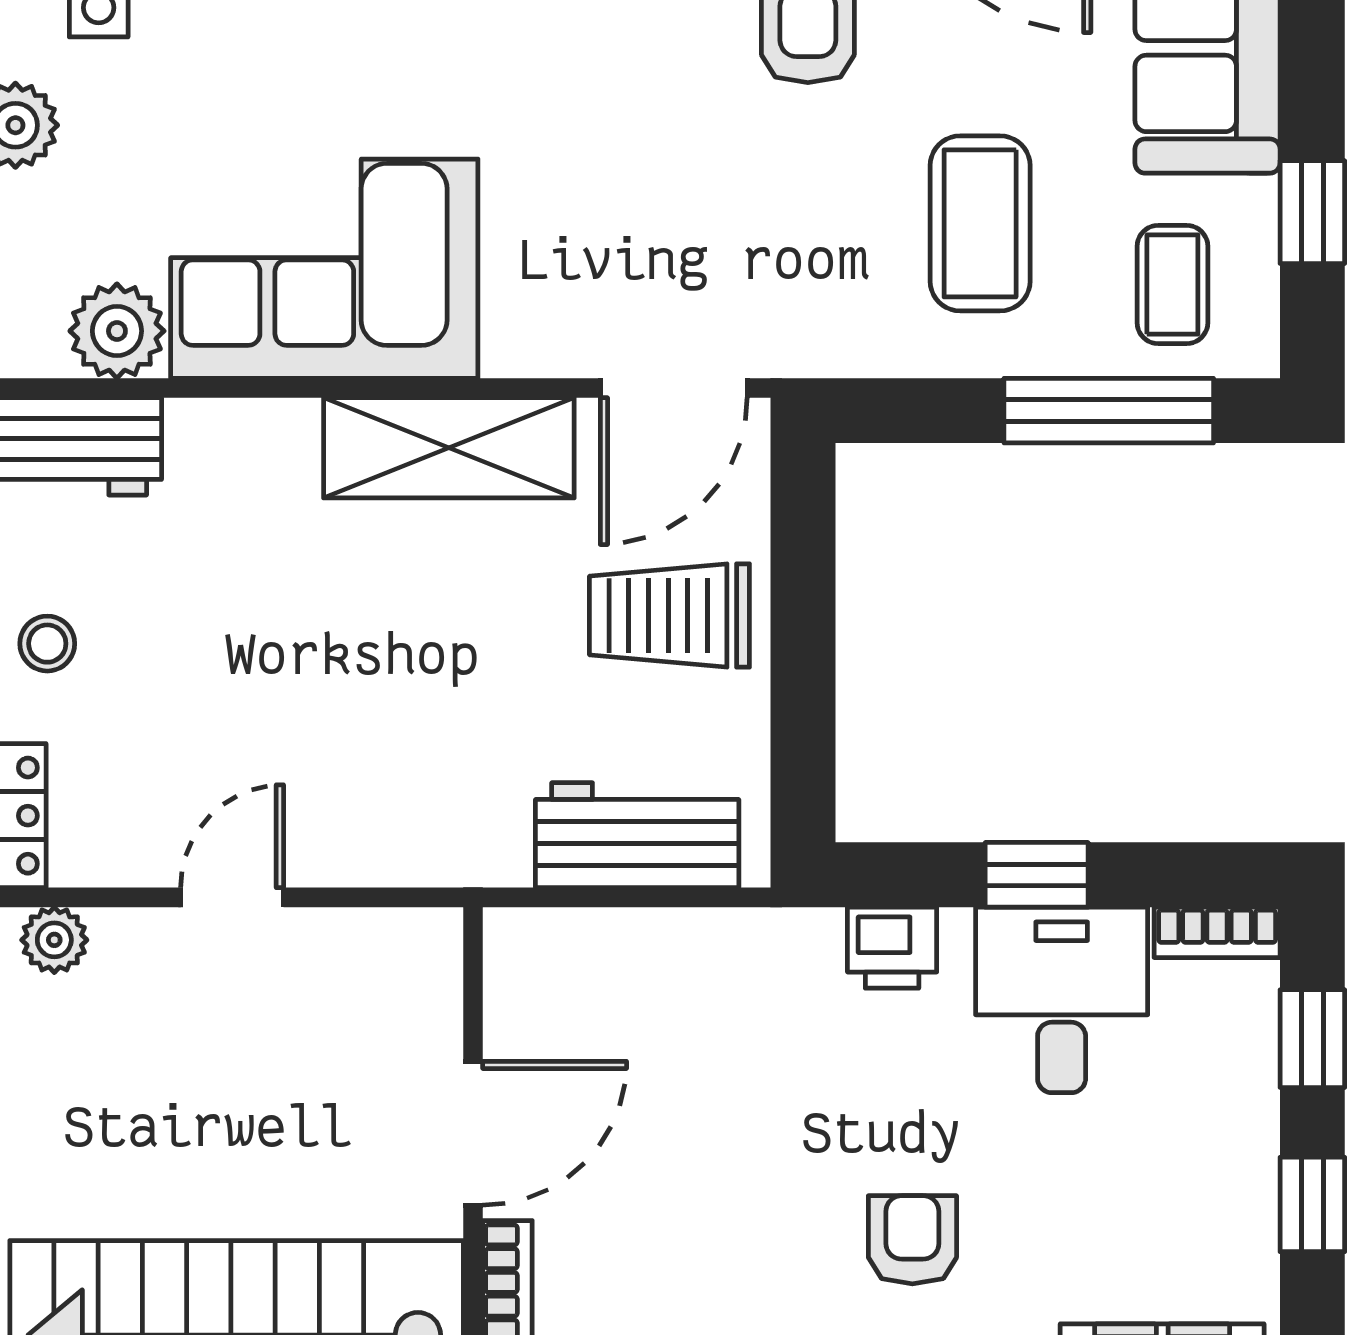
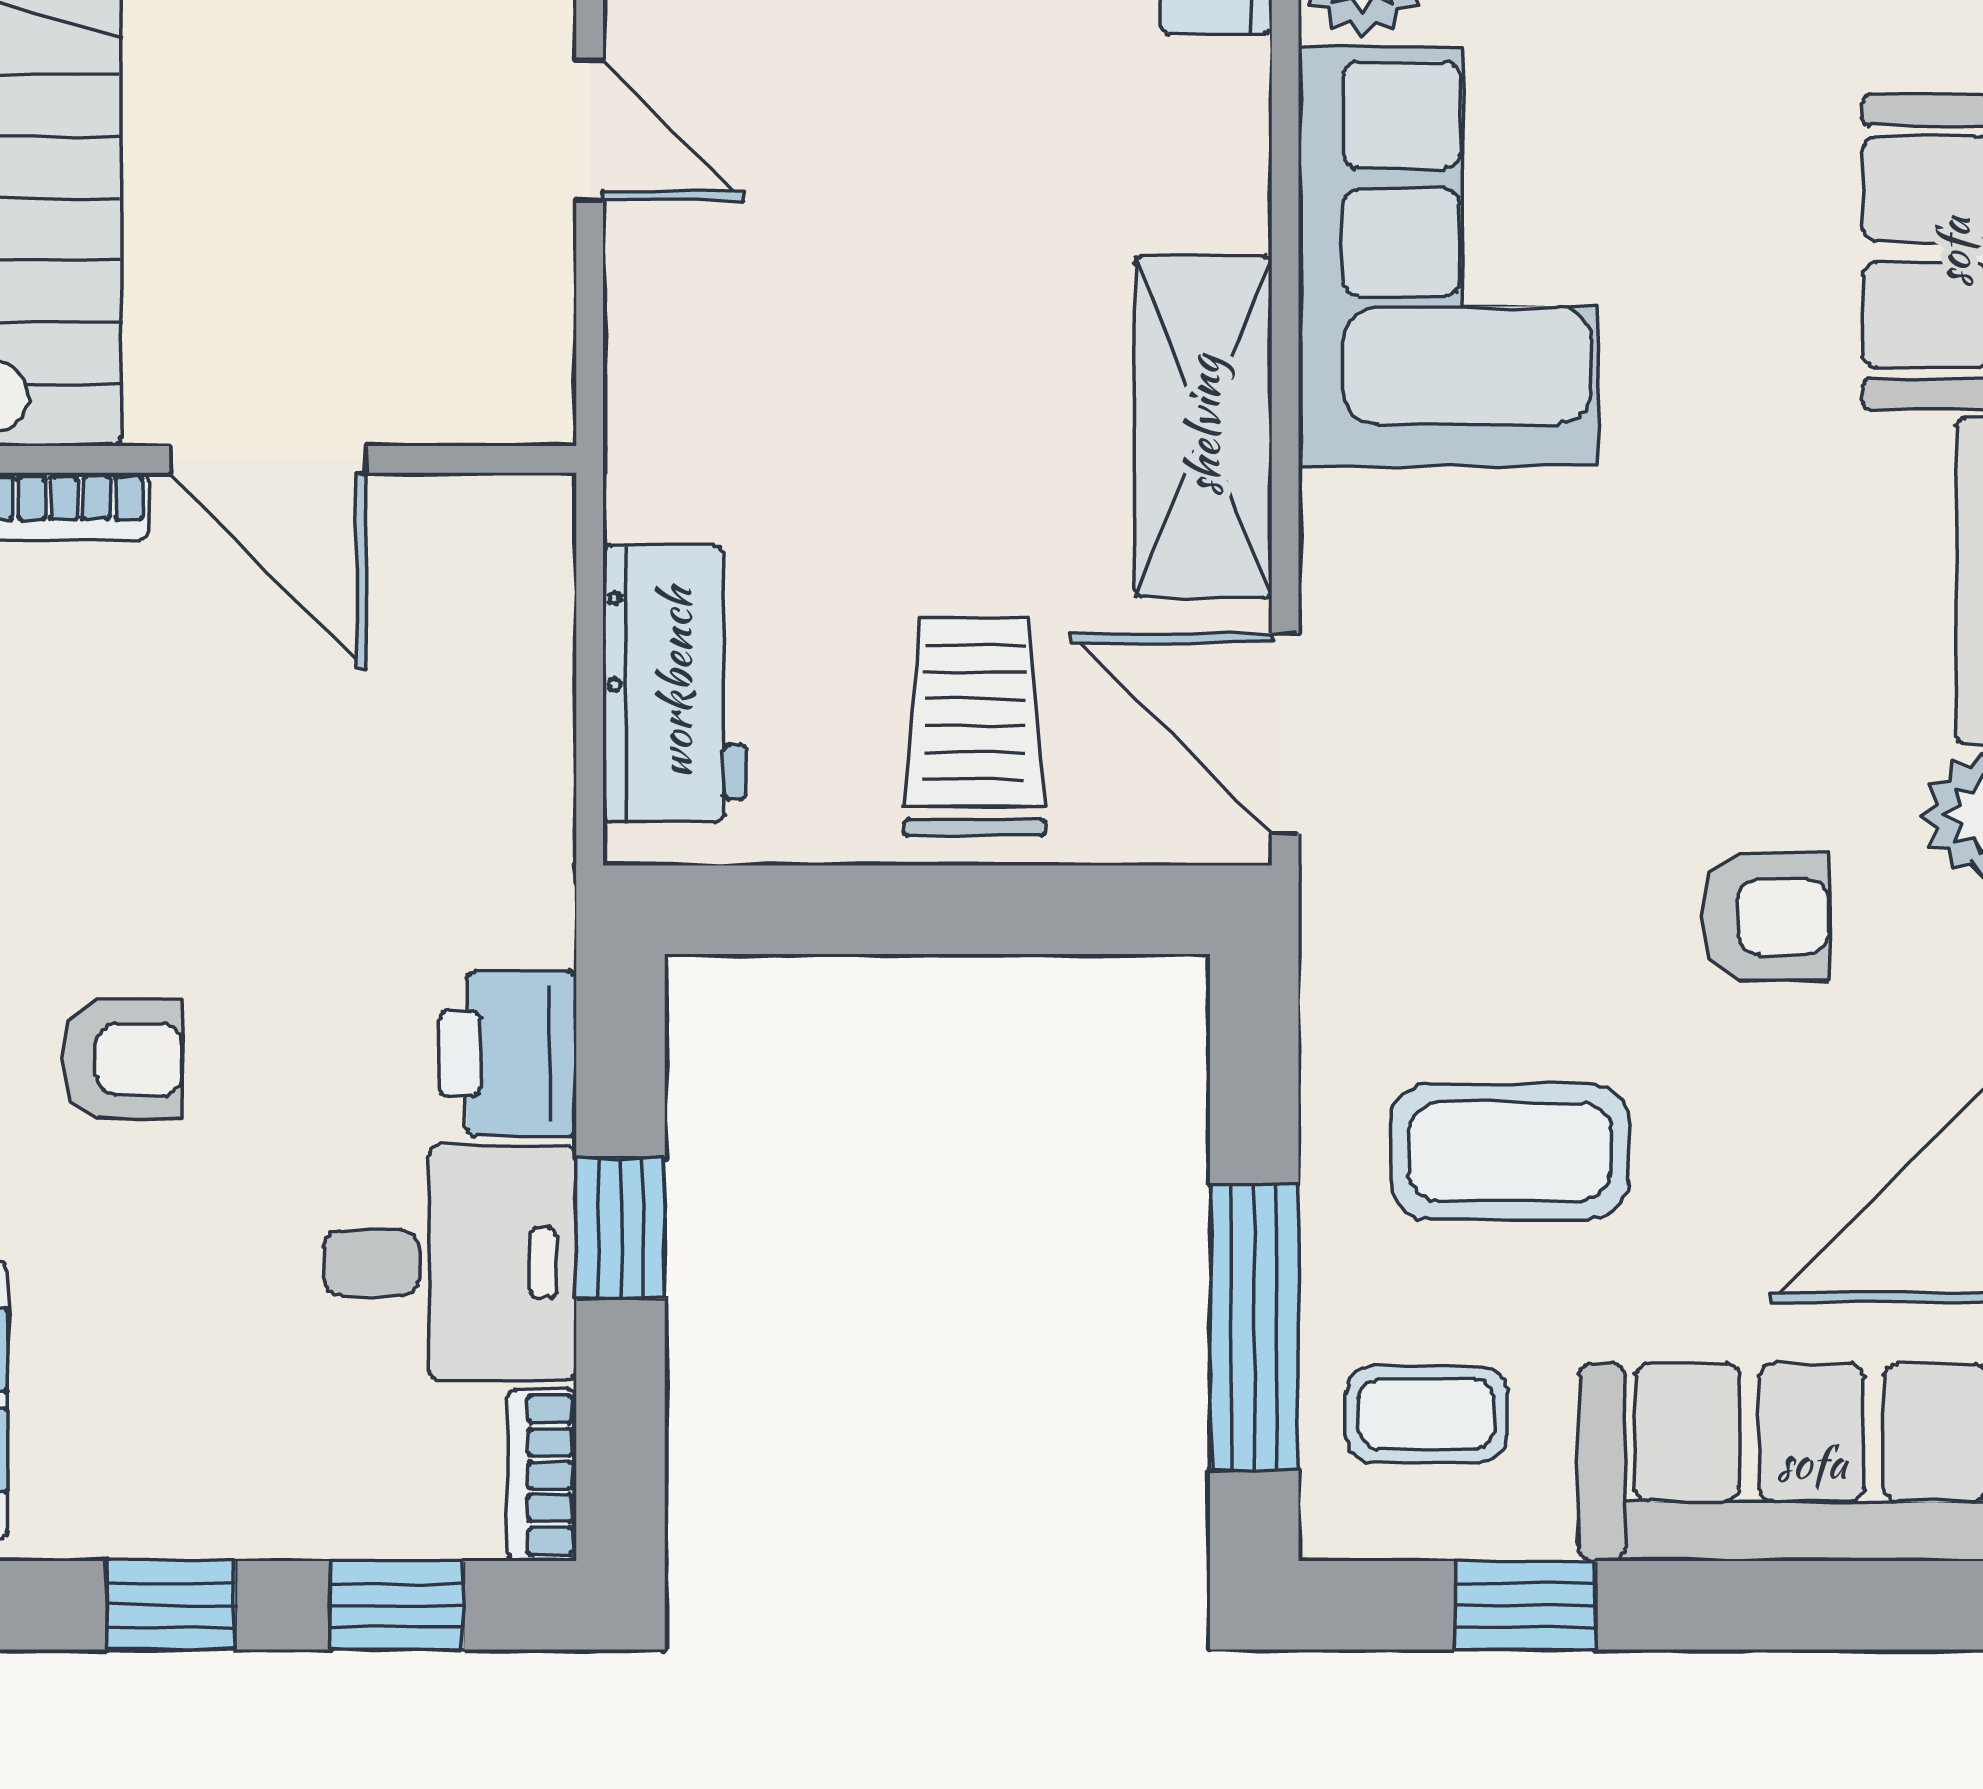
printer: (892, 948) -> (508, 1054), width x1.36, depth x1.24

